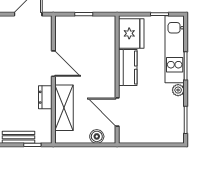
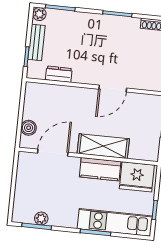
plant: (178, 90) -> (41, 219), moved
dresser: (45, 97) -> (59, 74), moved
shelving: (64, 108) -> (103, 146), moved

